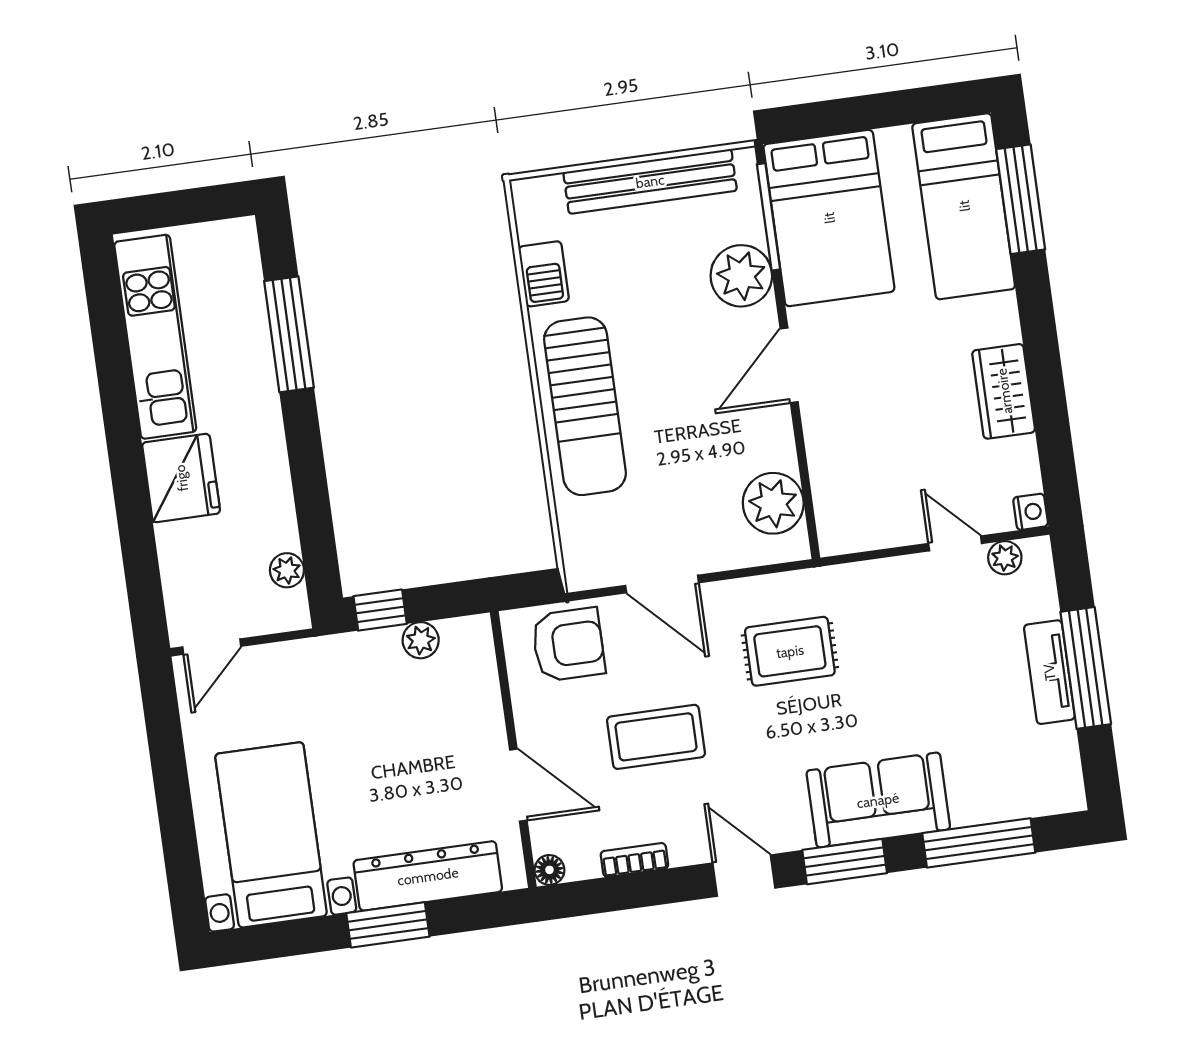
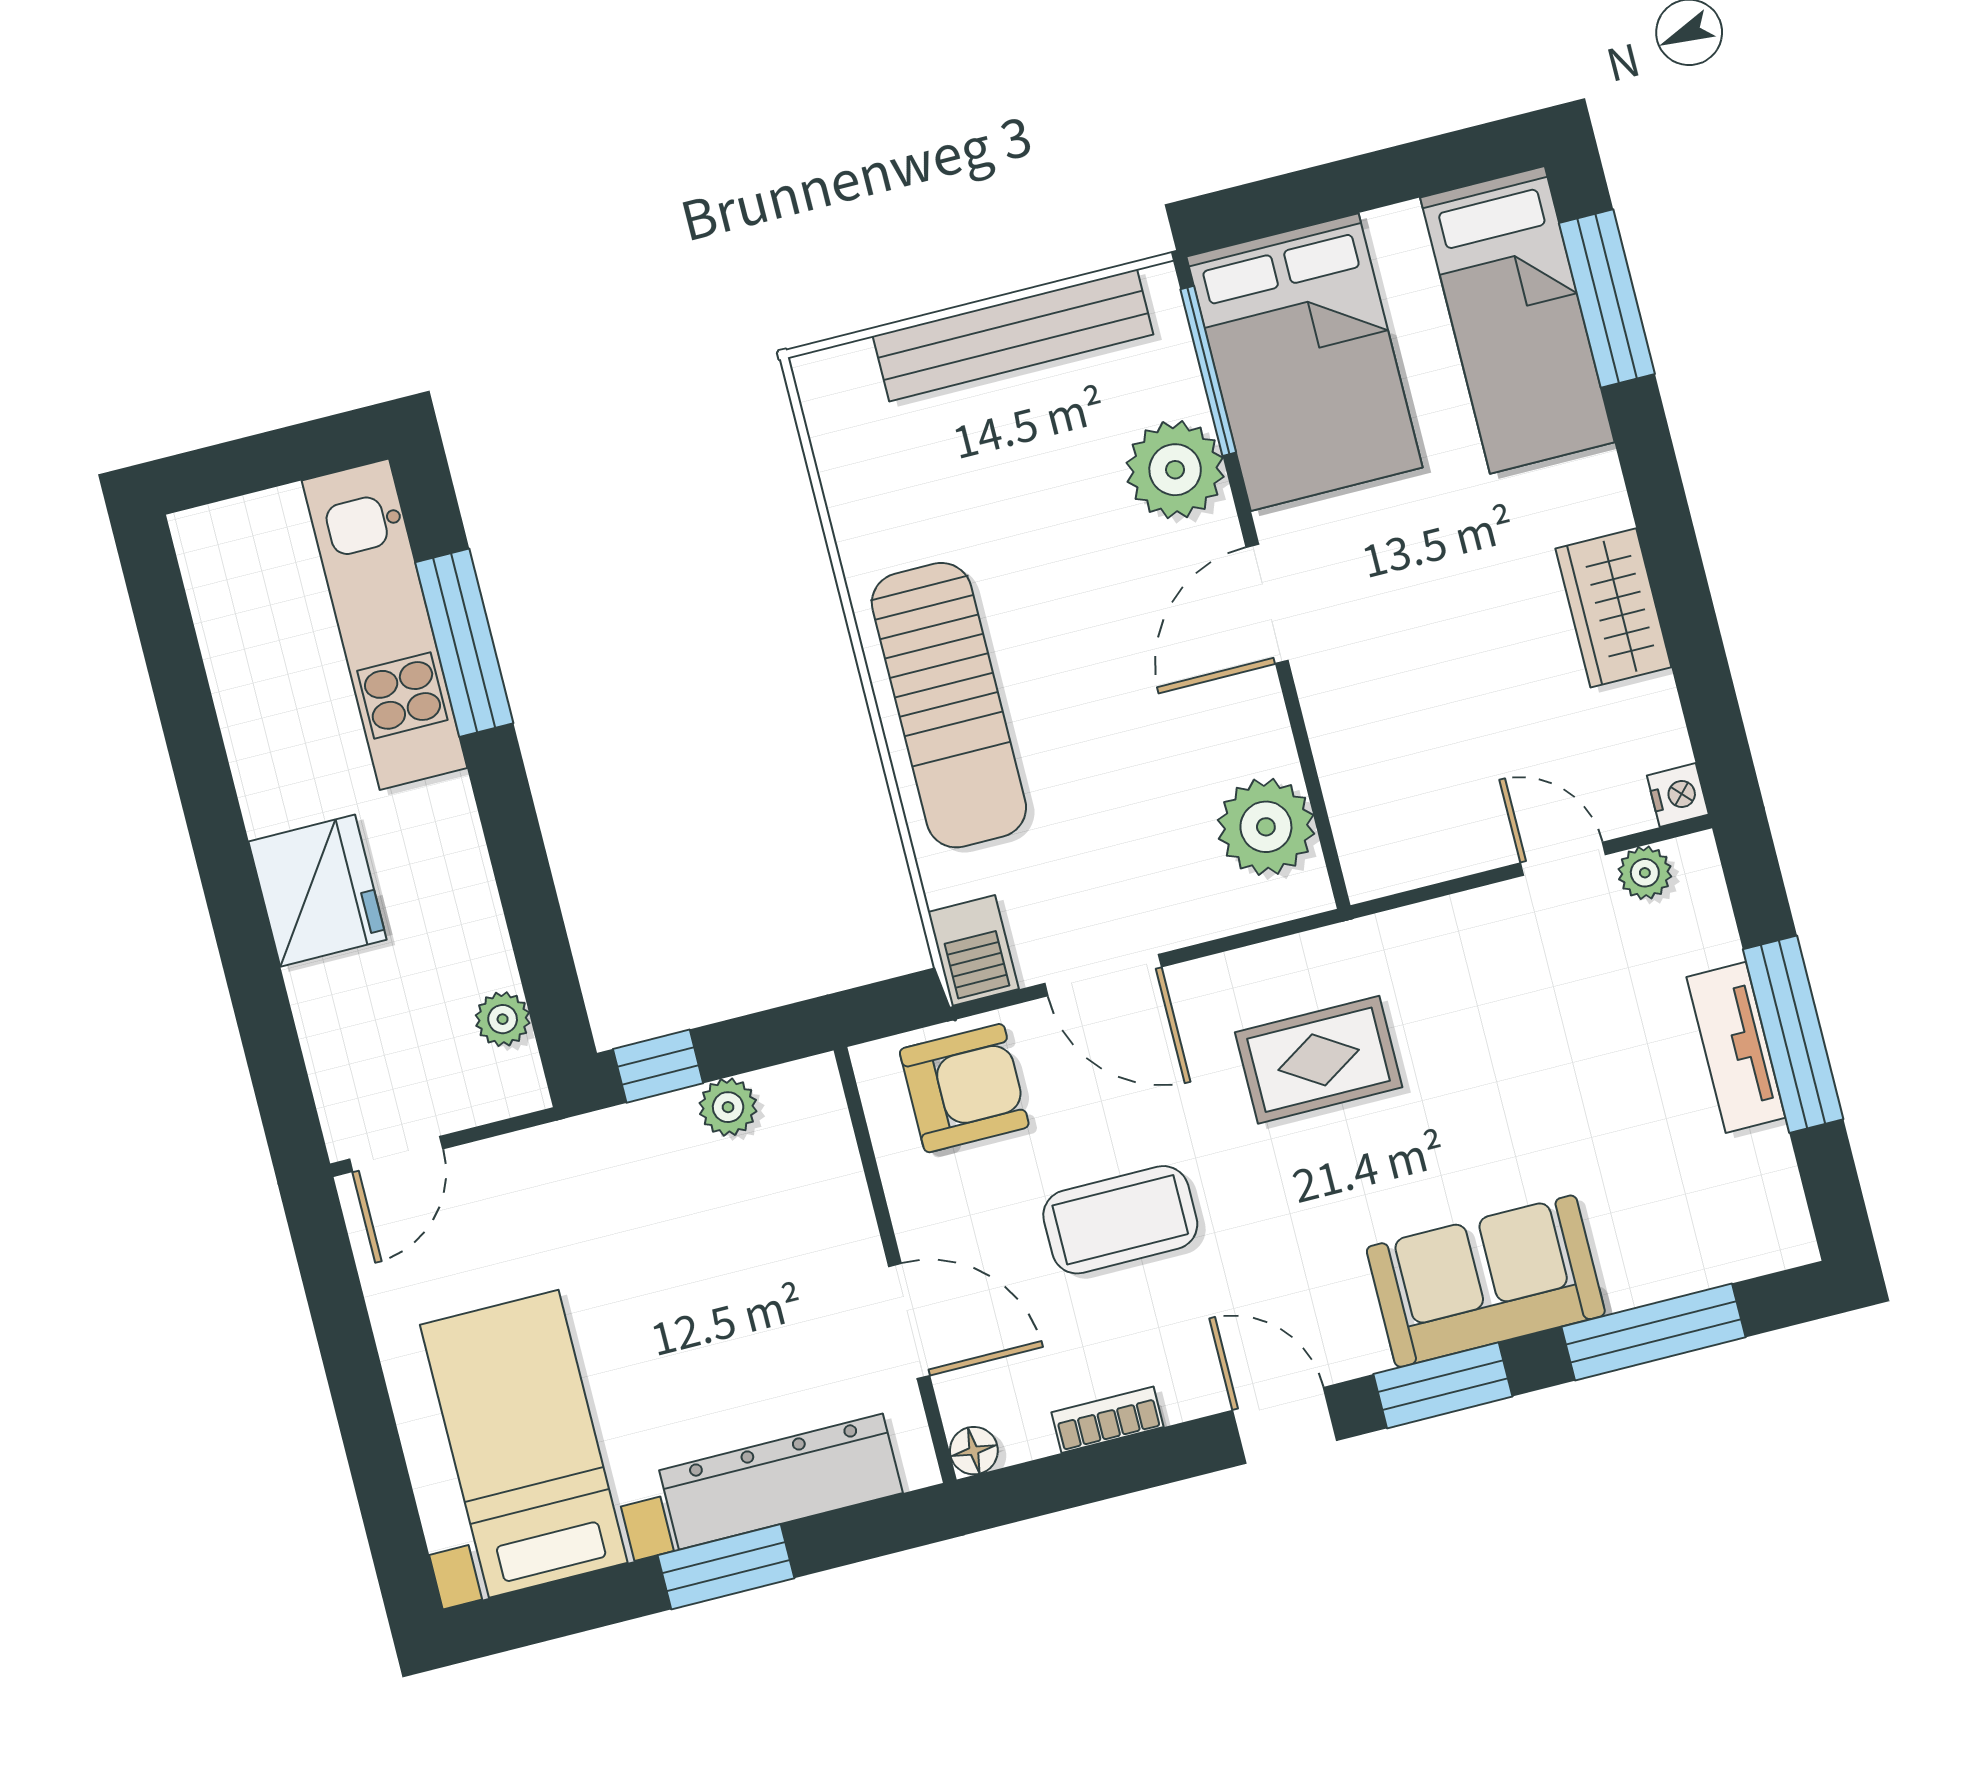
barbecue: (544, 274) -> (973, 950), moved
kitchen unit: (155, 337) -> (384, 624), moved, turned 180

